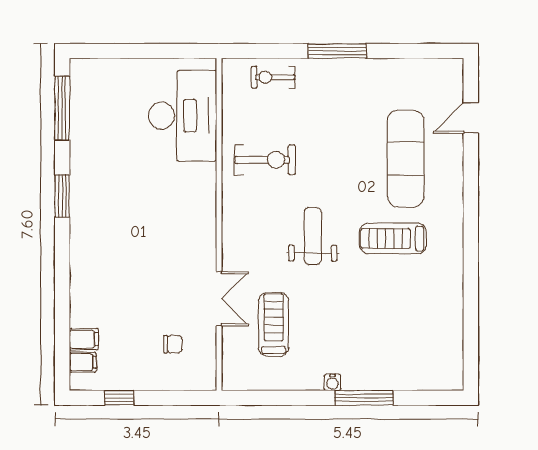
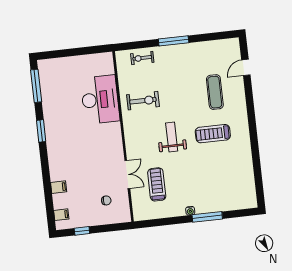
desk: (183, 116) -> (100, 99), moved
exercise mat: (406, 159) -> (215, 92), width x0.73, depth x0.69
filing cabinet: (84, 339) -> (59, 187), moved

